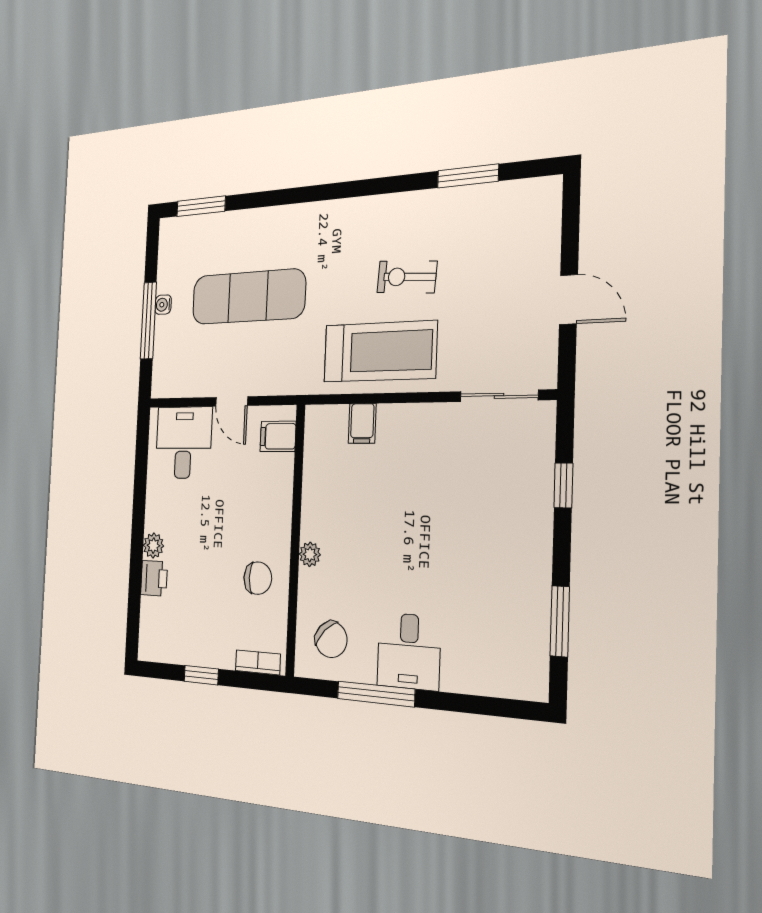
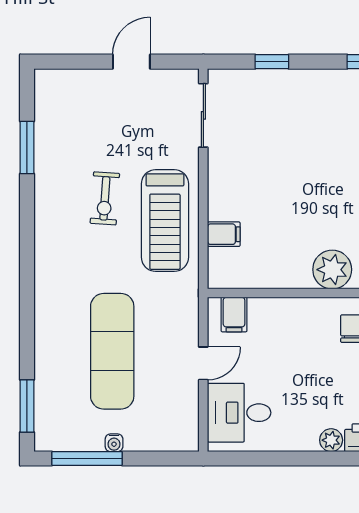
window: (148, 320) -> (87, 458), moved
treadmill: (380, 351) -> (165, 221), turned 180
plant: (310, 554) -> (332, 270), width x1.88, depth x1.88

